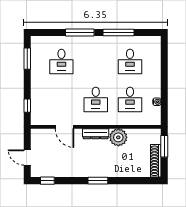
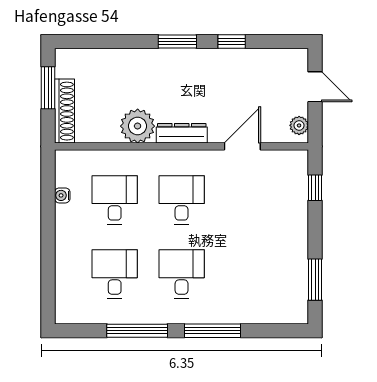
desk: (61, 62) -> (182, 274), moved
door: (65, 127) -> (242, 146), hinge flipped
plant: (35, 138) -> (299, 125), added
window: (164, 146) -> (48, 88), moved
shoe rack: (156, 161) -> (65, 111), moved
window: (47, 181) -> (232, 42), moved

